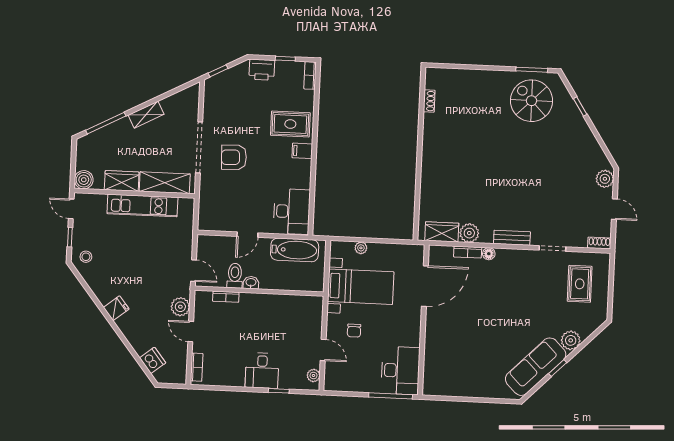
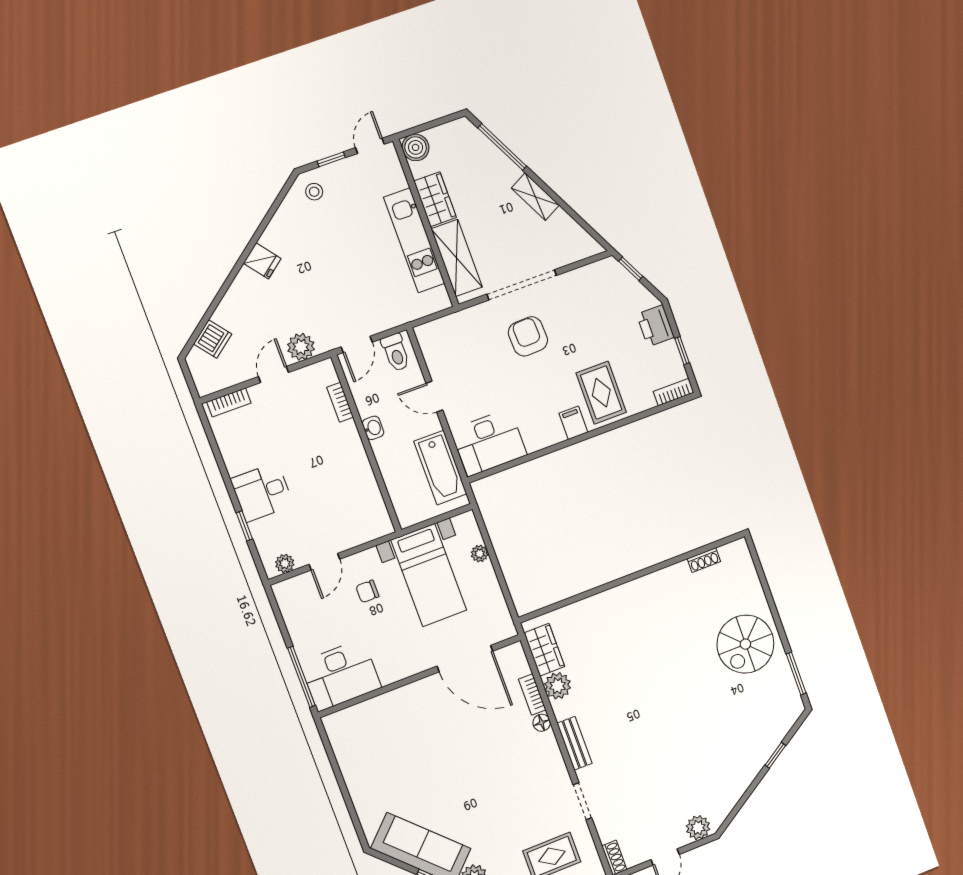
spiral stairs: (532, 101) -> (745, 644), moved, turned 180
toilet: (235, 276) -> (396, 352), moved, turned 90

